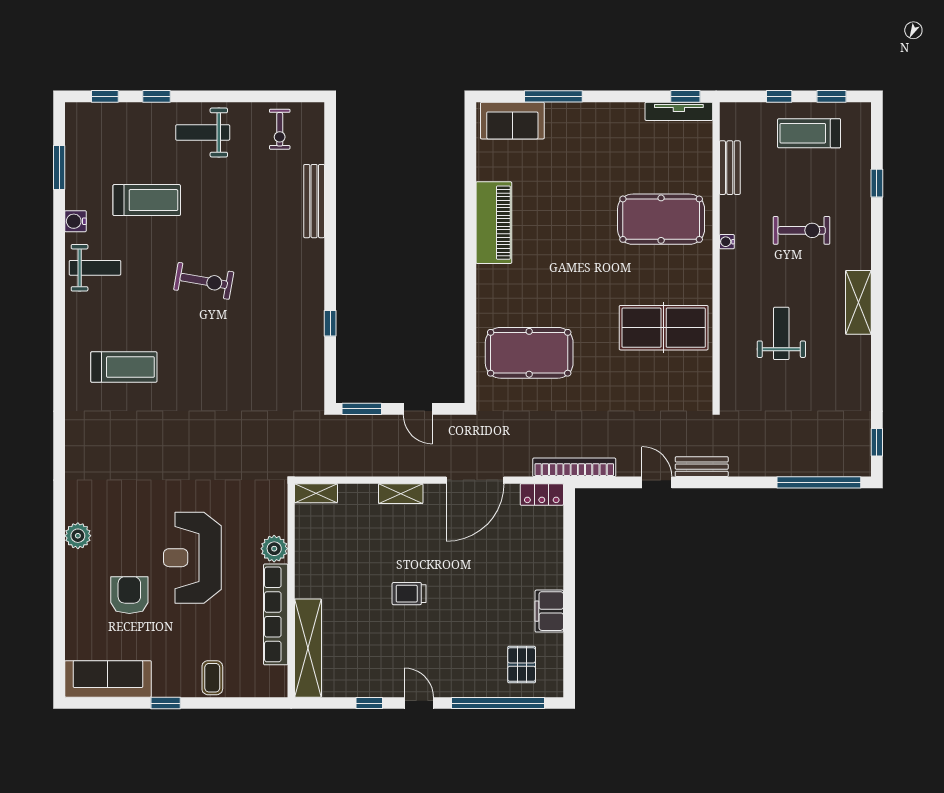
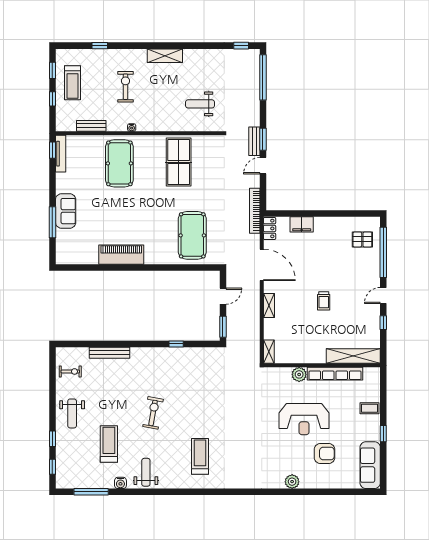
sofa: (512, 121) -> (66, 211), moved
window: (59, 167) -> (91, 492), width x1.44
weight bench: (781, 333) -> (200, 104), moved
window: (705, 482) -> (263, 139), added
armchair: (129, 595) -> (324, 454), turned 180
filing cabinet: (549, 611) -> (302, 224), moved

